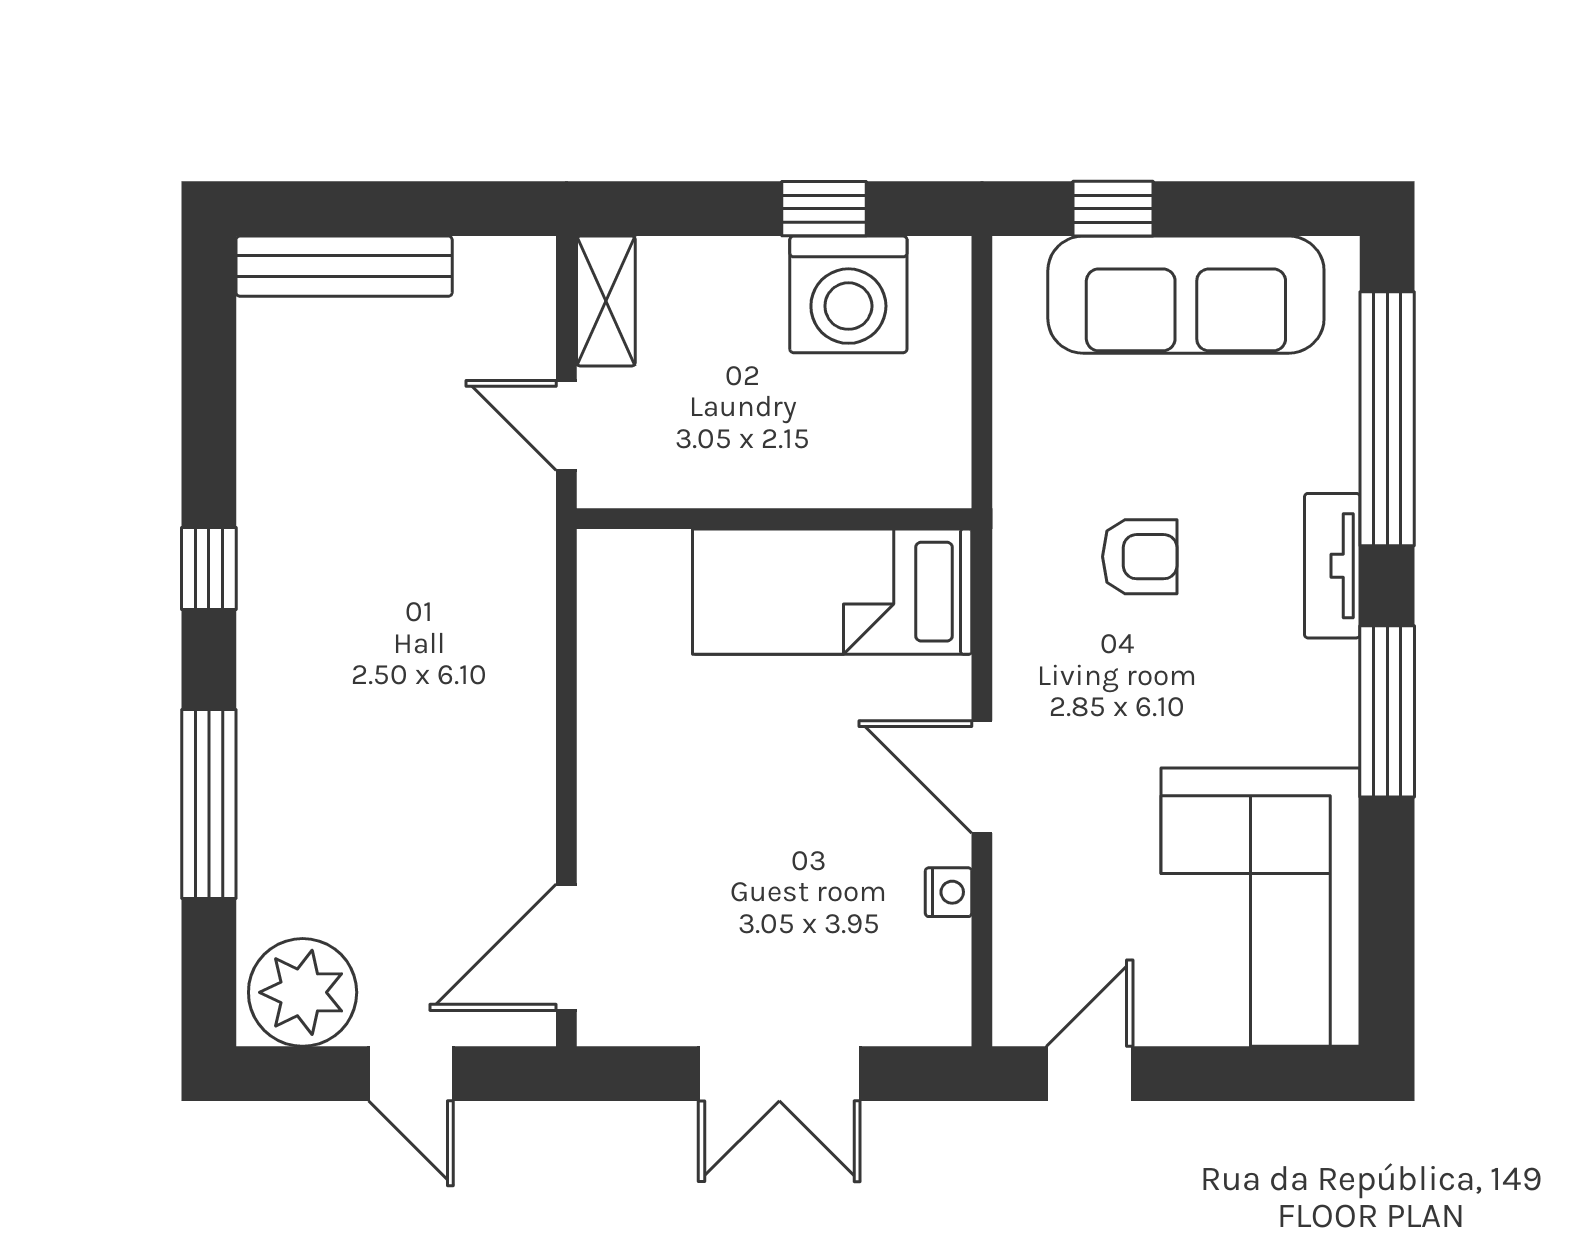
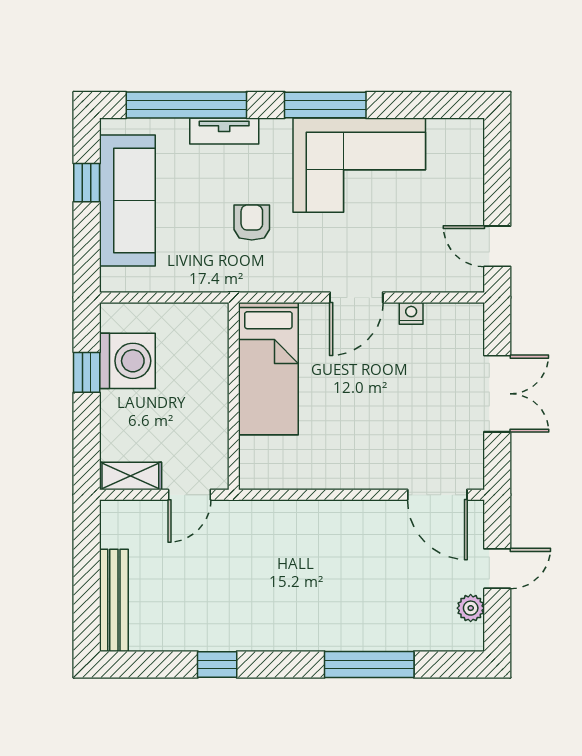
window: (1113, 209) -> (87, 183), moved
tv unit: (1332, 566) -> (224, 131), moved
window: (209, 569) -> (217, 665), moved
corner sofa: (1260, 907) -> (359, 165), moved
plant: (303, 992) -> (471, 608), width x0.53, depth x0.53

